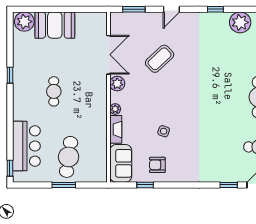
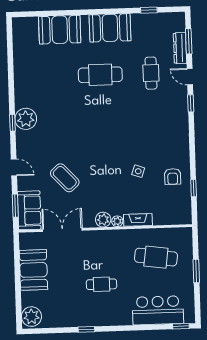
plant: (240, 22) -> (26, 119), moved
booth: (55, 25) -> (33, 270), moved
plant: (117, 84) -> (103, 220), moved
cafe table: (69, 157) -> (156, 257), moved
sofa: (121, 163) -> (29, 210), moved, turned 90

